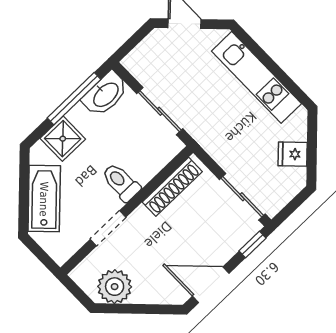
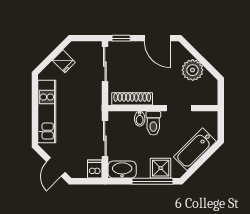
dishwasher: (137, 65) -> (95, 169), added
window: (74, 99) -> (152, 181), moved
bidet: (142, 172) -> (140, 119), added
plant: (115, 287) -> (193, 70), moved

